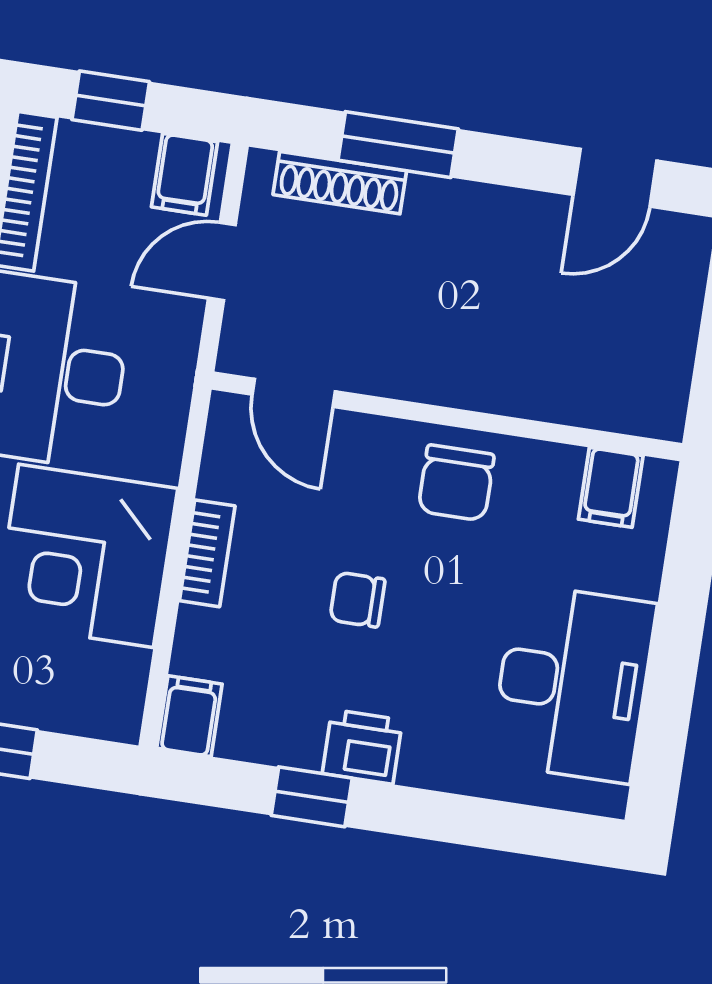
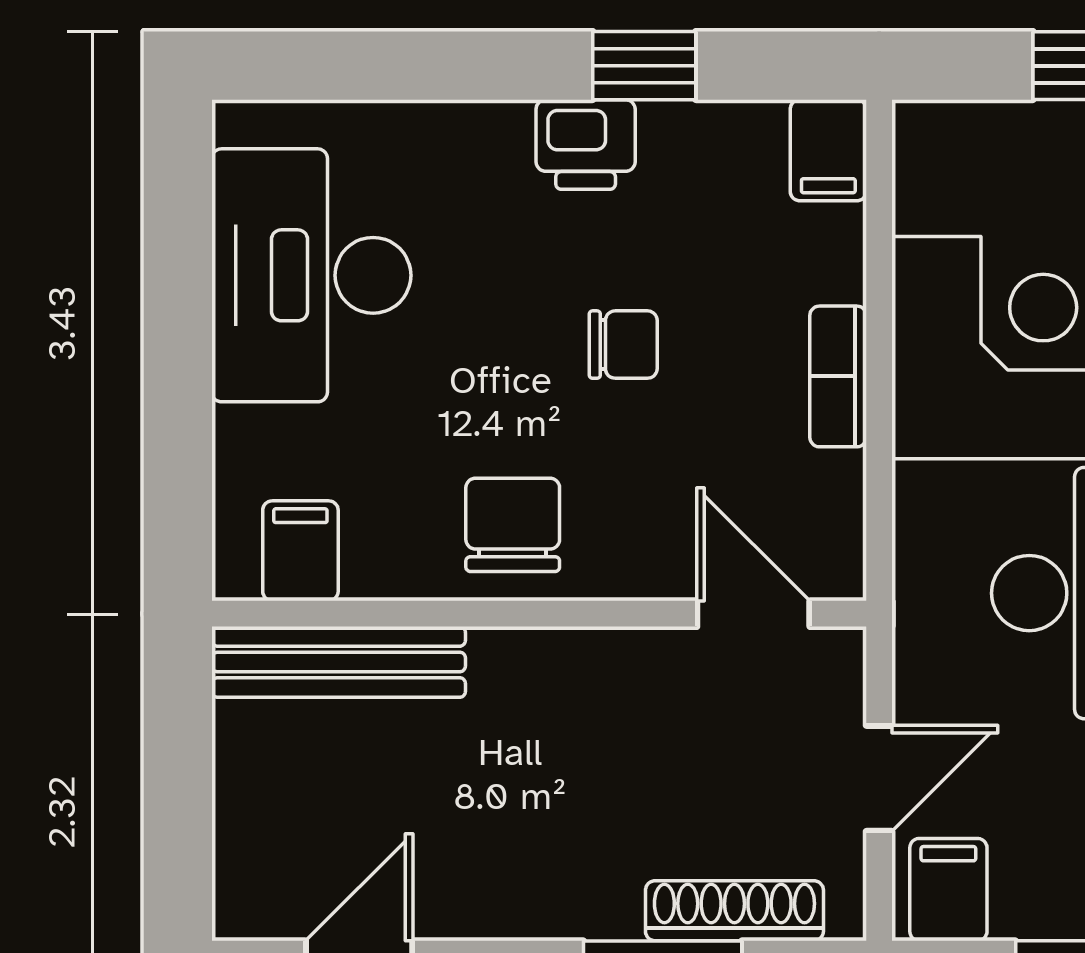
bench: (596, 404) -> (339, 662), added

